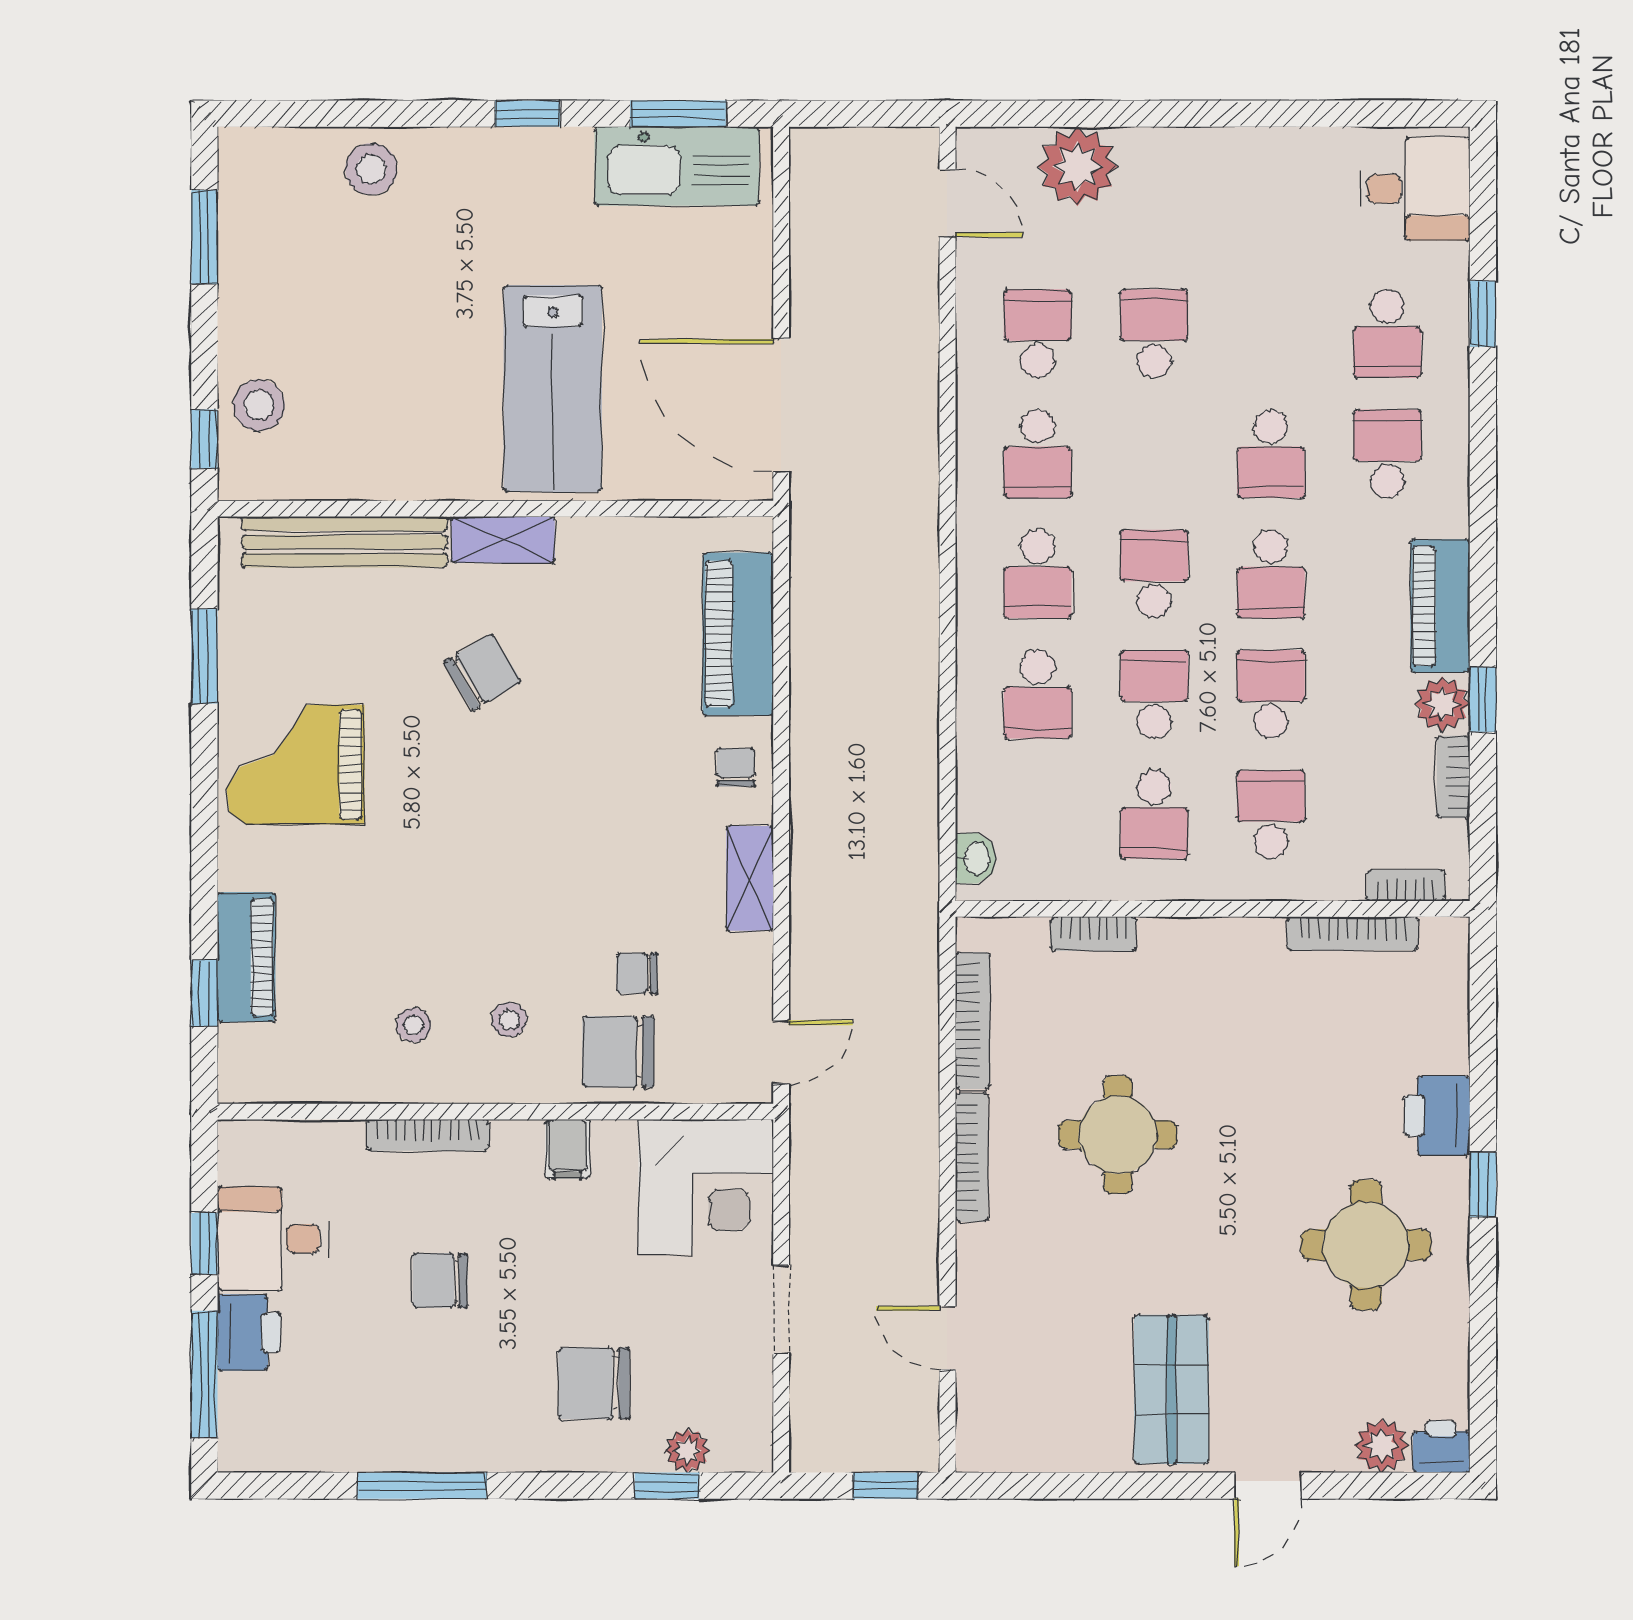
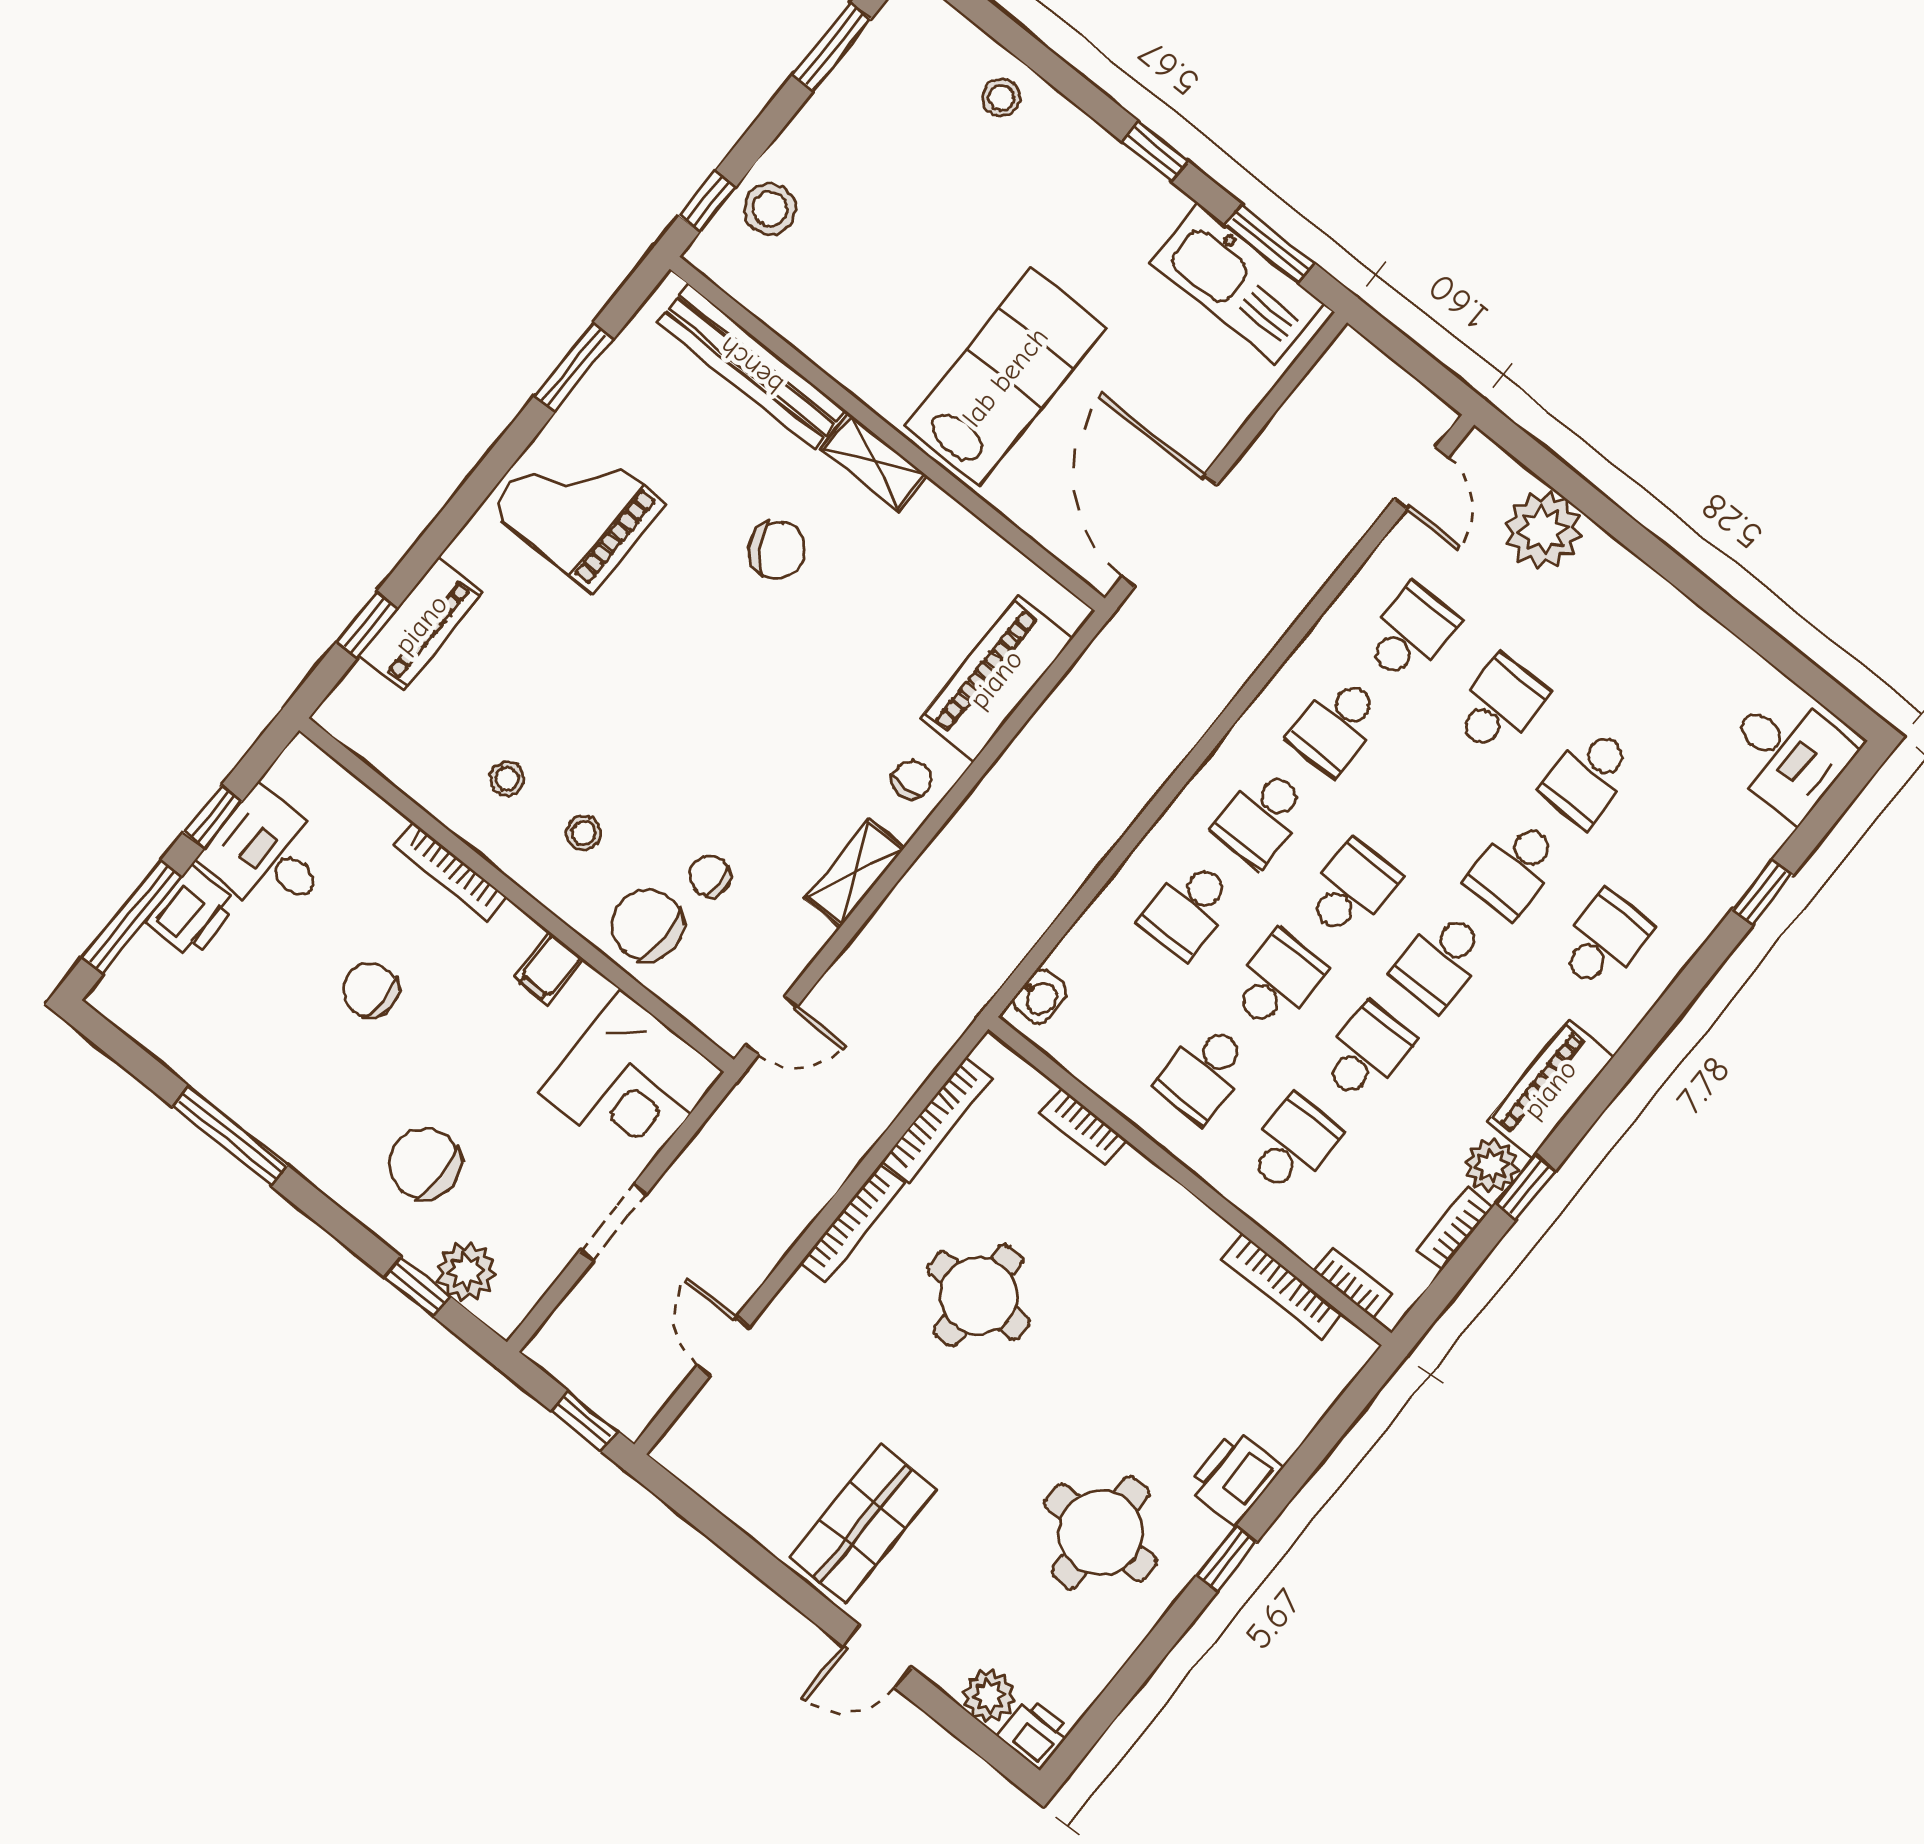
stool: (371, 169) -> (1001, 97), width x0.73, depth x0.73
school desk: (1387, 334) -> (1588, 777), moved
lab bench: (553, 388) -> (1005, 377), turned 180
plant: (687, 1451) -> (466, 1271), width x1.38, depth x1.38

